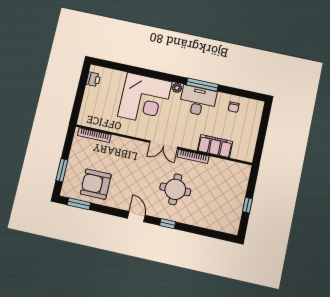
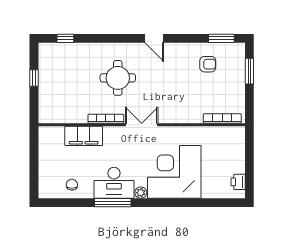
armchair: (96, 184) -> (208, 64), width x0.53, depth x0.53
window: (168, 224) -> (65, 38), moved

